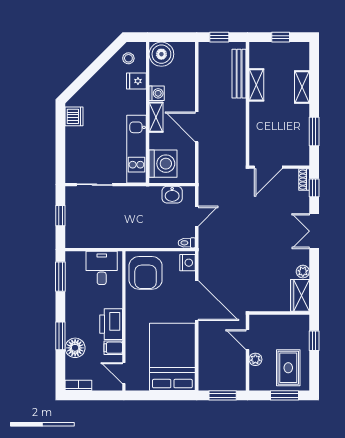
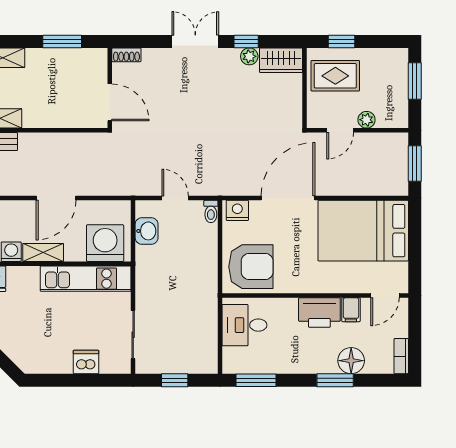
dishwasher: (74, 116) -> (86, 362), moved
window: (314, 188) -> (246, 41), moved
double door: (314, 231) -> (195, 41), swing flipped
rug: (288, 368) -> (335, 76), moved

